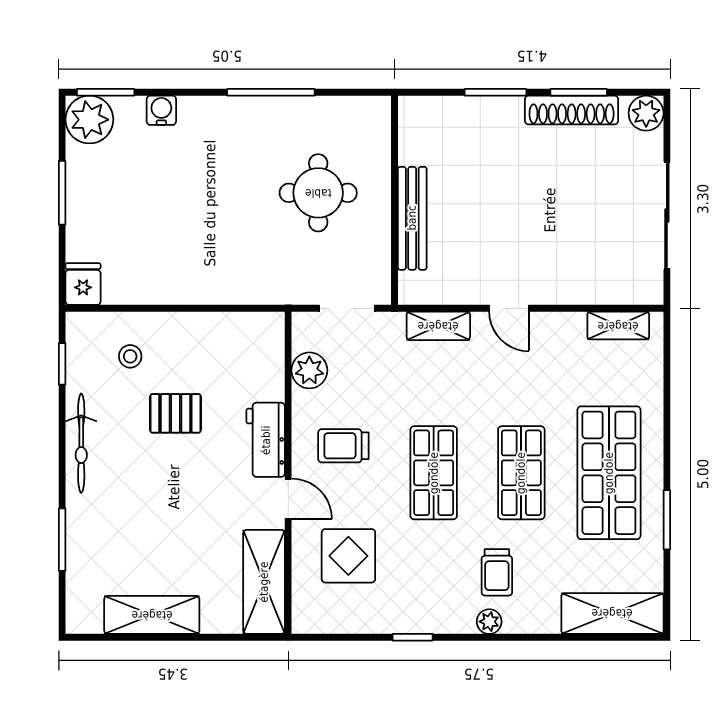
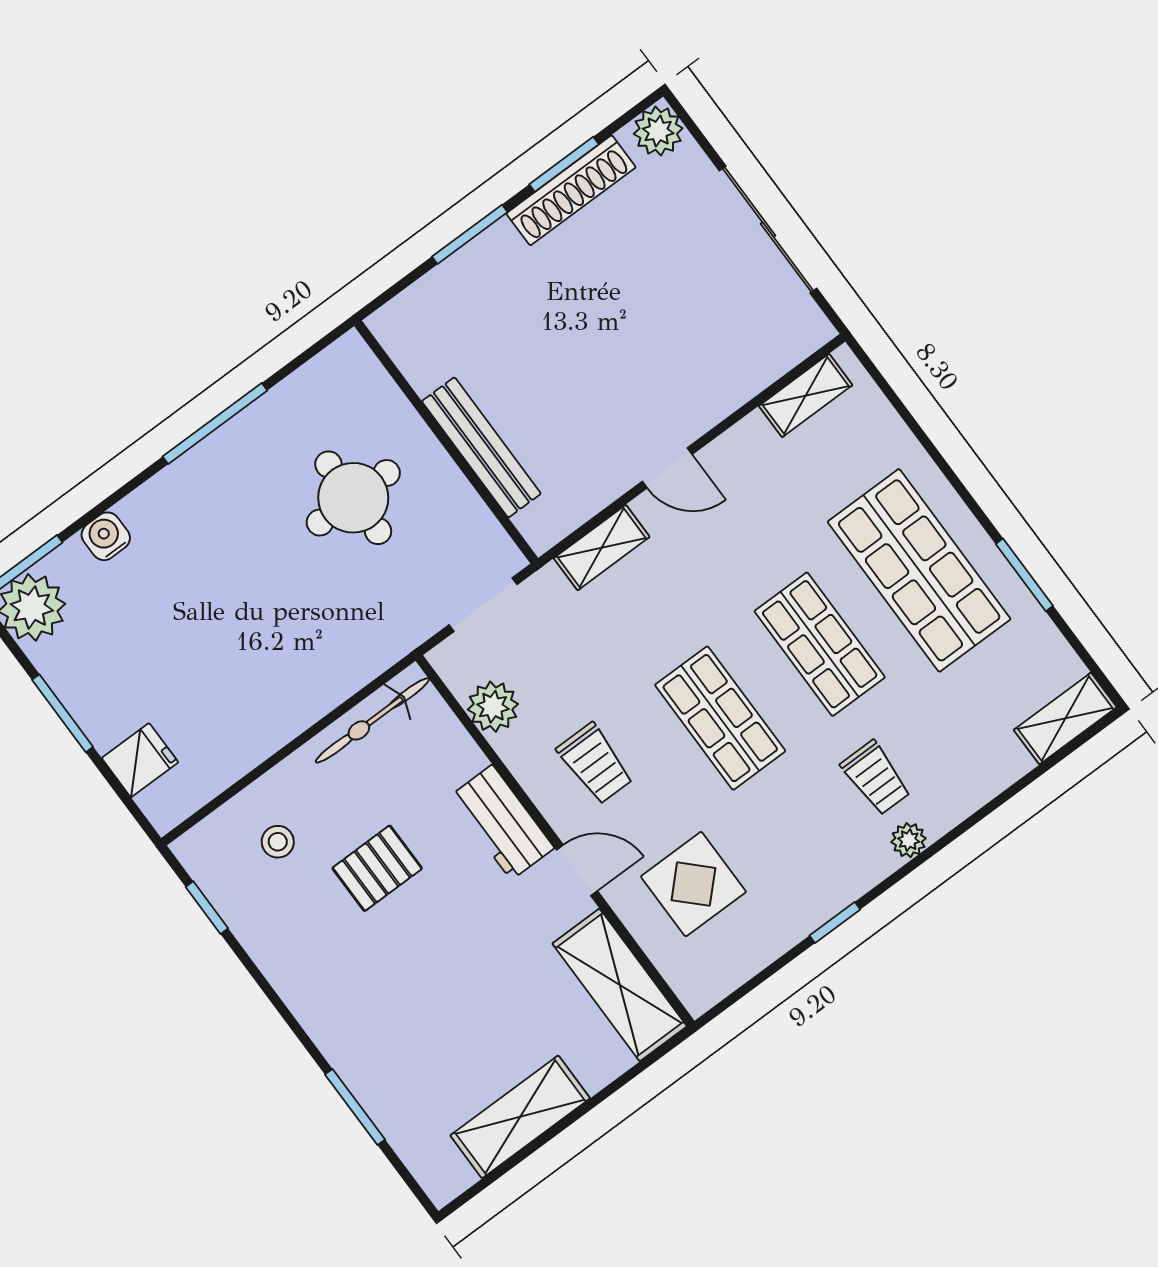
fridge: (83, 284) -> (140, 760), moved, turned 90
bicycle: (81, 443) -> (372, 720), moved, turned 90
trolley: (343, 446) -> (595, 764), turned -90
shelving: (612, 613) -> (1065, 719), width x0.67, depth x0.75

